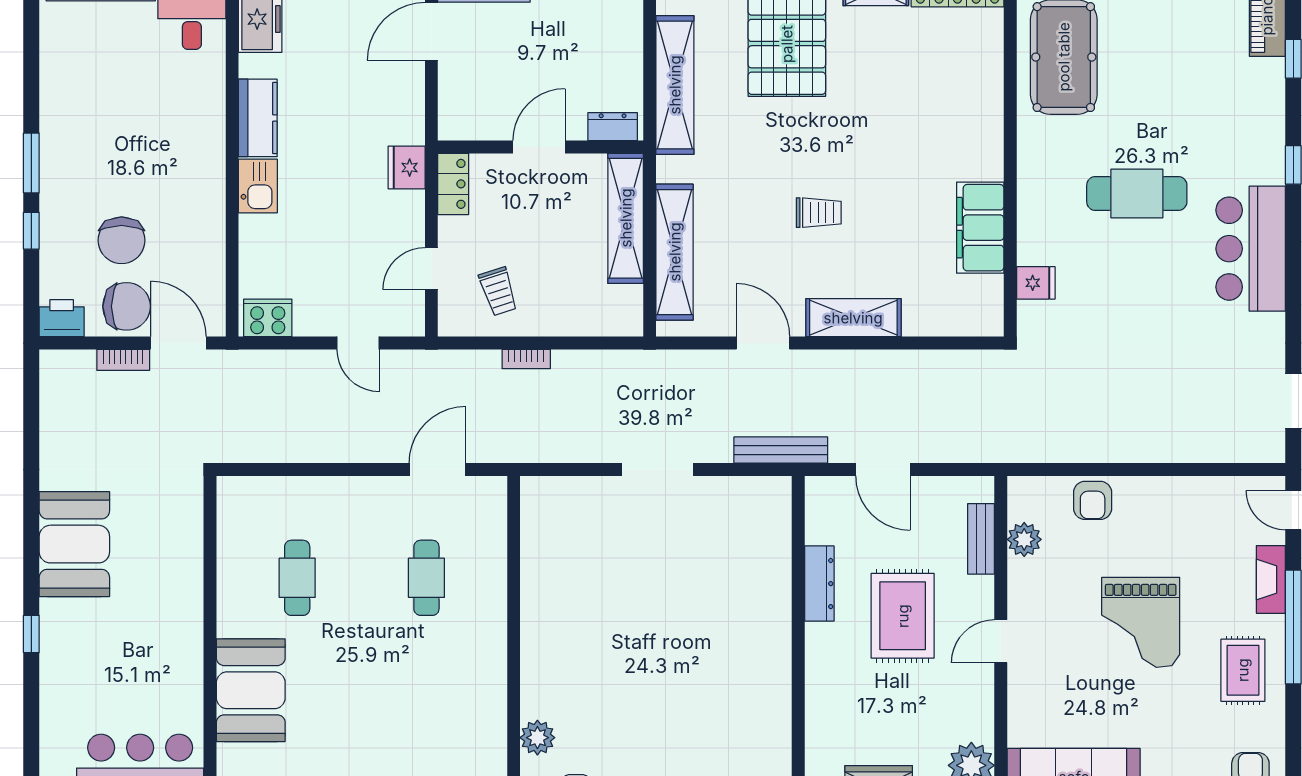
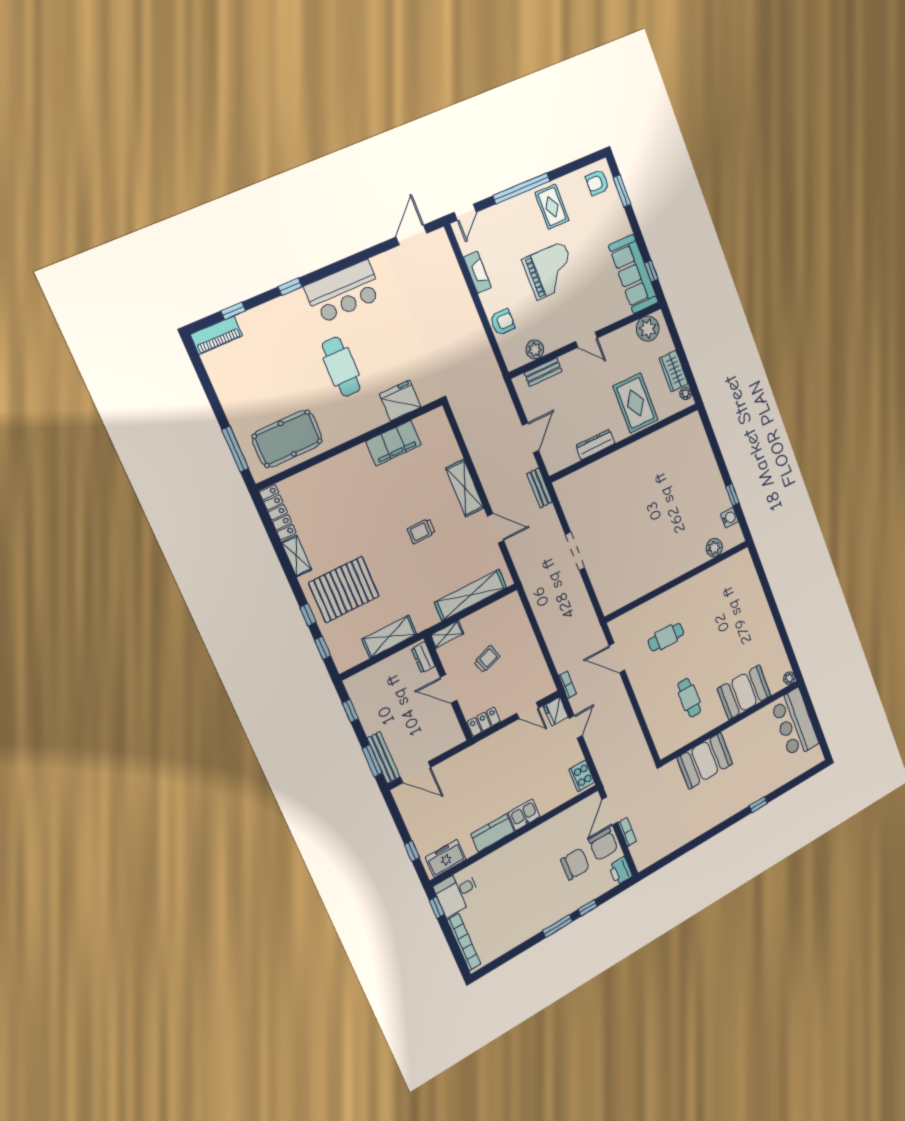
shelving: (675, 85) -> (389, 637), width x0.68
fridge: (407, 168) -> (556, 711), moved, turned 90
trolley: (819, 213) -> (421, 531), turned -90
shelving: (626, 218) -> (447, 634), width x0.45, depth x0.75
fridge: (1036, 283) -> (400, 400), width x1.88, depth x1.34
trolley: (498, 291) -> (487, 659), moved
chair: (127, 306) -> (603, 844), turned 180
door: (763, 343) -> (496, 528), swing flipped
bookcase: (526, 359) -> (567, 685), moved
bench: (781, 450) -> (539, 488), width x0.73
booth: (74, 544) -> (705, 761), moved
cafe table: (297, 578) -> (689, 698), turned 90
fireplace: (1271, 580) -> (477, 272), moved, turned -90
rug: (903, 616) -> (635, 403), moved, turned 90
rug: (1243, 670) -> (552, 207), turned 90

